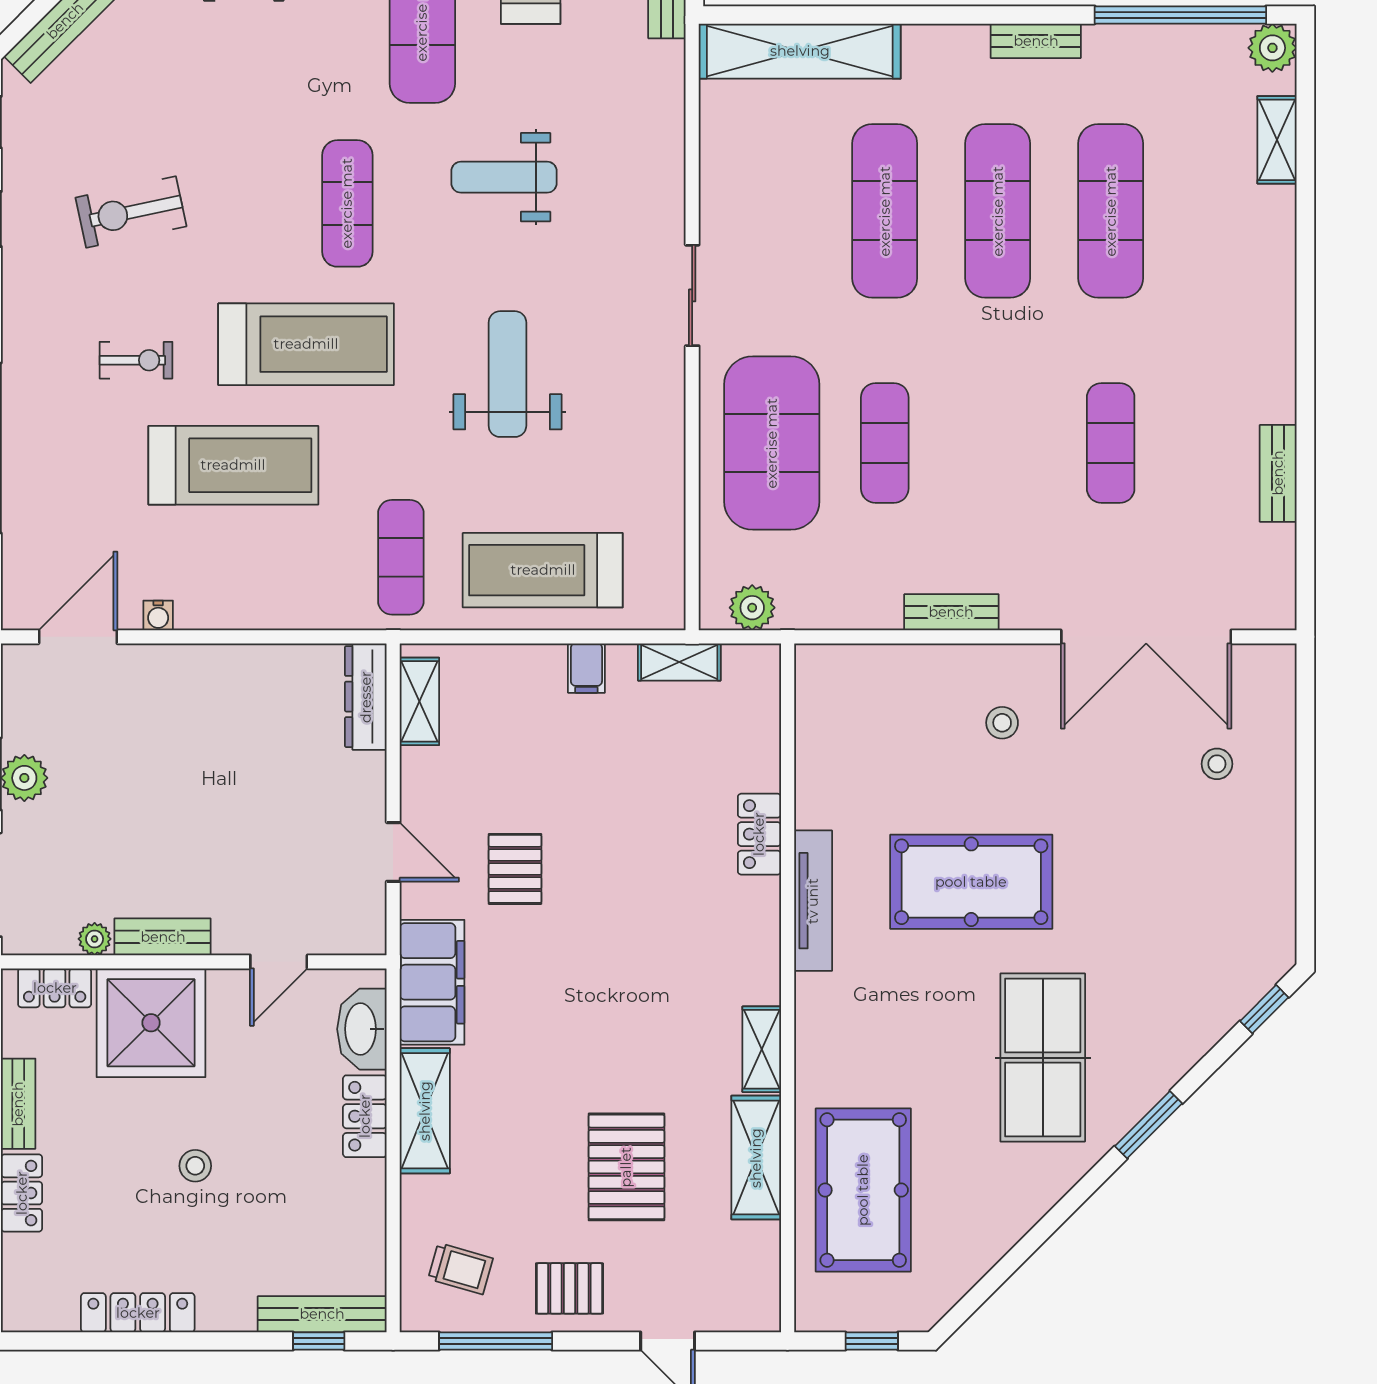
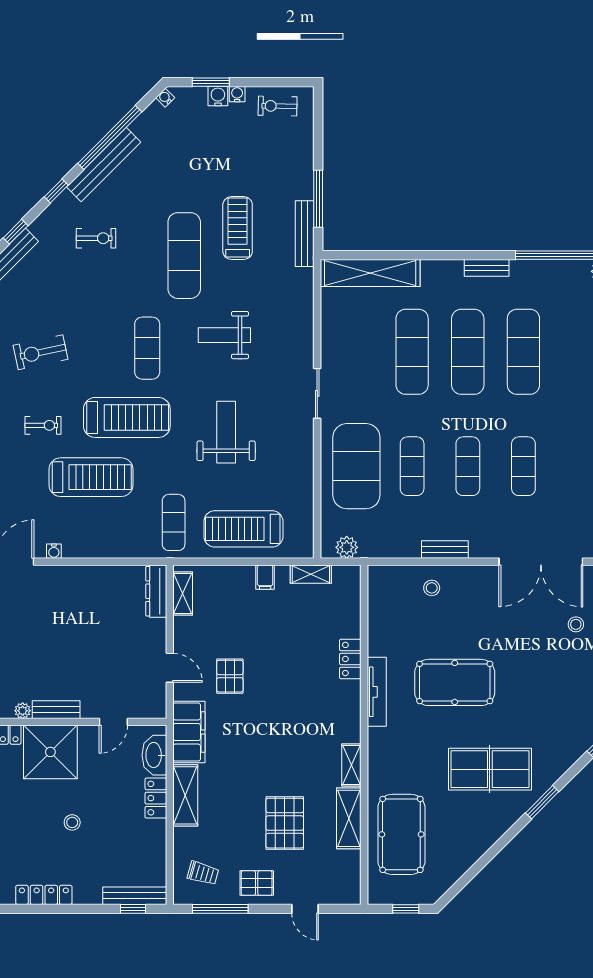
exercise mat: (998, 443) -> (468, 466), added
stool: (1002, 723) -> (432, 588), moved
table tennis table: (1043, 1058) -> (490, 769), turned 90

